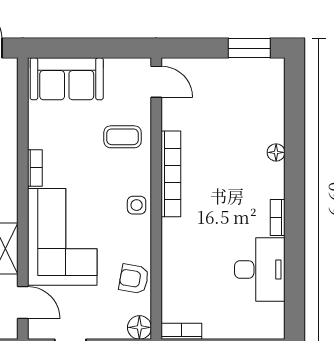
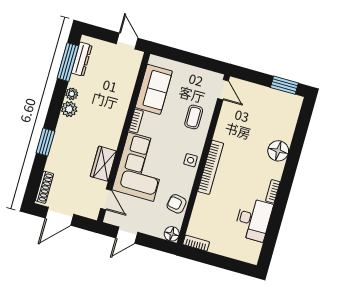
sofa: (67, 79) -> (154, 89), moved, turned -90
coffee table: (123, 137) -> (194, 117), turned 90
floor lamp: (276, 152) -> (278, 151), width x1.89, depth x1.89
bookcase: (171, 174) -> (211, 167), moved

